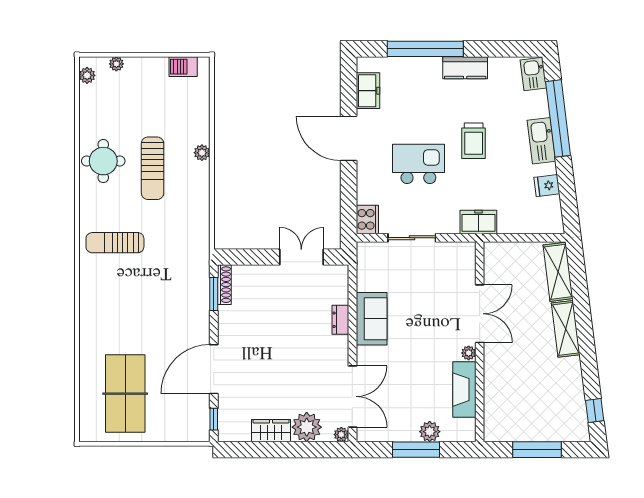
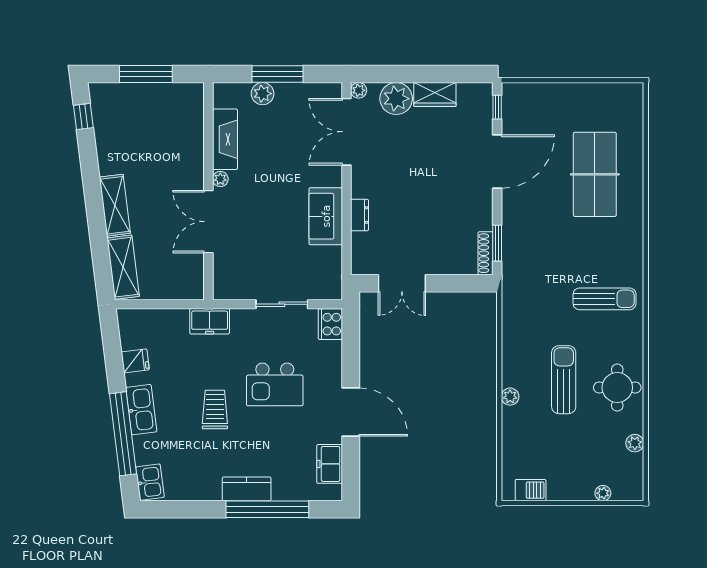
kitchen counter: (465, 68) -> (247, 489), moved
plant: (87, 75) -> (635, 443), moved
table tennis table: (125, 394) -> (595, 174), moved

